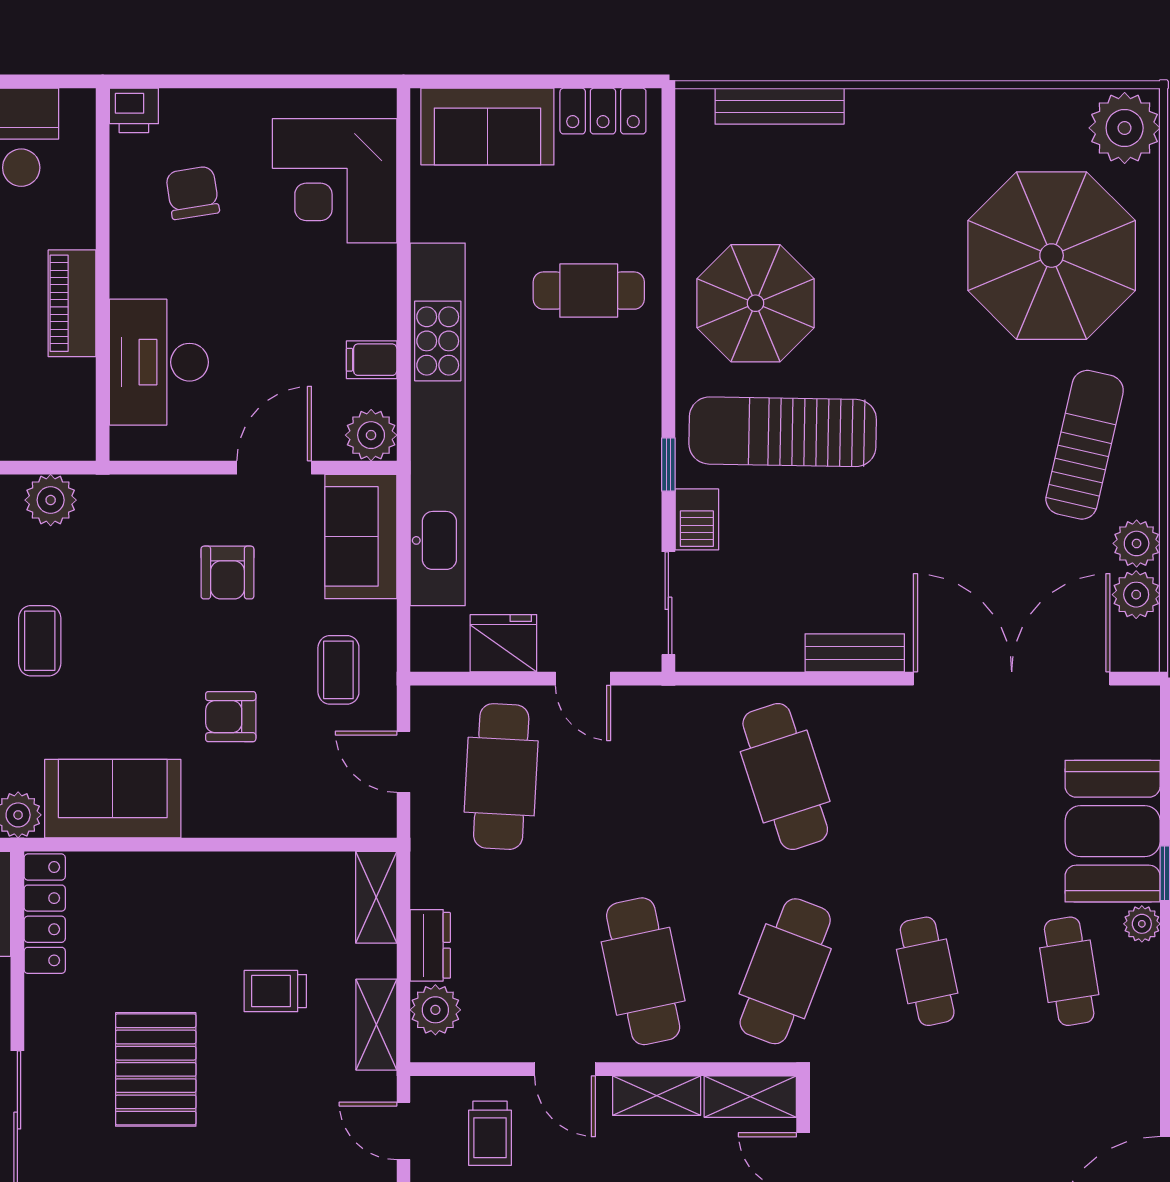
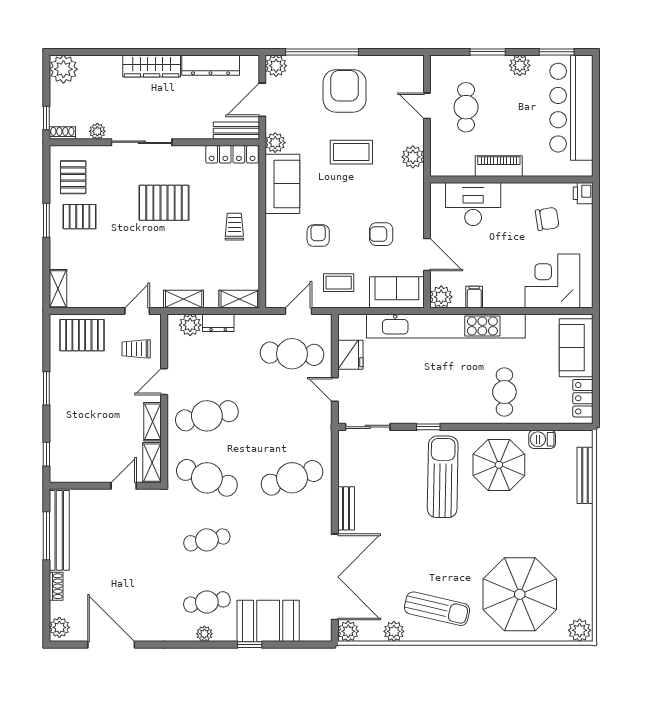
plant: (1125, 128) -> (580, 630), width x0.73, depth x0.73
barbecue: (697, 519) -> (542, 439), moved
plant: (1136, 595) -> (348, 631), moved
coffee table: (40, 641) -> (351, 152), width x1.36, depth x1.30
door: (583, 679) -> (335, 390), hinge flipped
plant: (1142, 924) -> (204, 634), moved
trolley: (275, 991) -> (234, 227), moved

